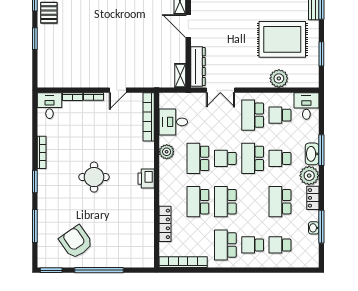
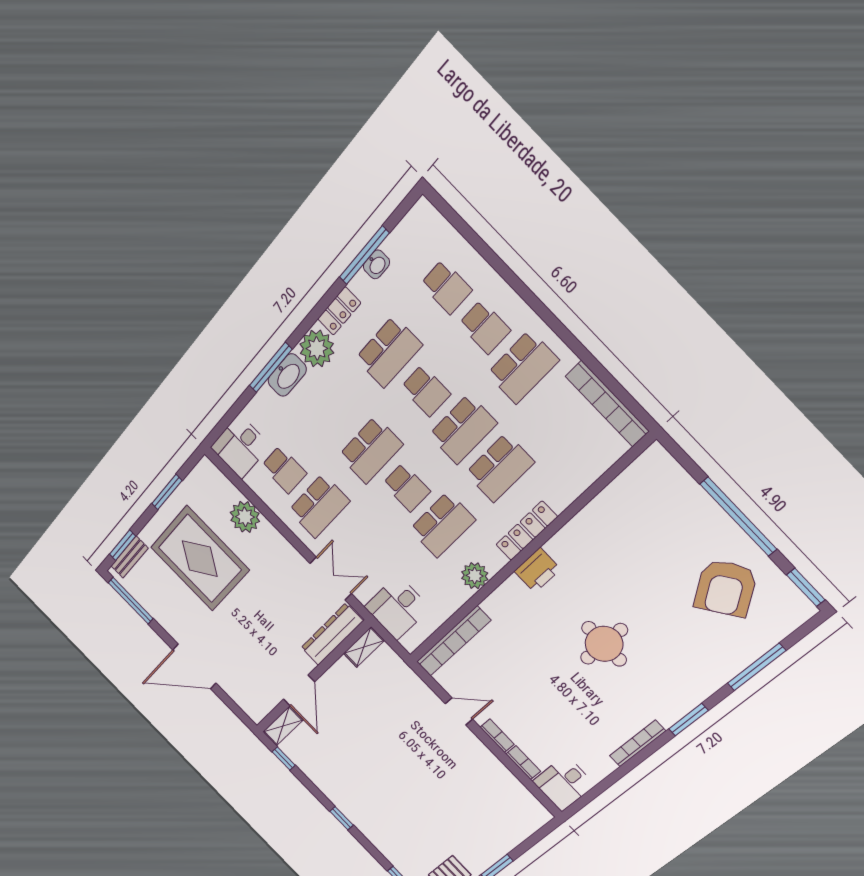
desk: (173, 122) -> (397, 608), moved, turned 90
school desk: (280, 158) -> (426, 391), moved
locker: (165, 224) -> (527, 531), moved

